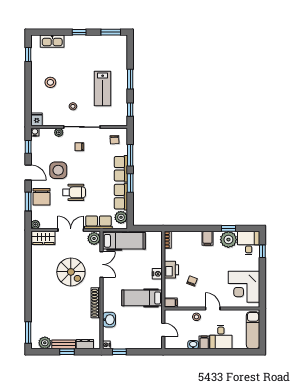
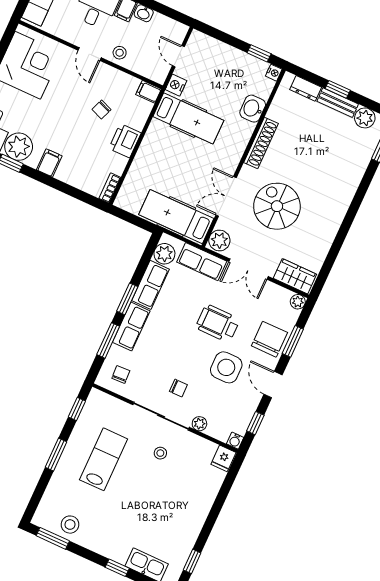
window: (79, 32) -> (117, 568), moved
stool: (50, 82) -> (70, 525), moved
nightstand: (157, 274) -> (176, 85), moved

